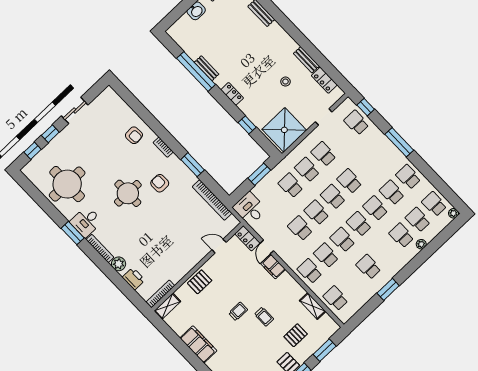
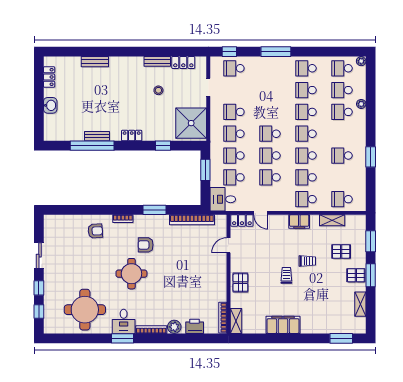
school desk: (349, 181) -> (234, 177), moved
filing cabinet: (273, 267) -> (299, 221), moved
pallet: (296, 335) -> (341, 251), turned 90

